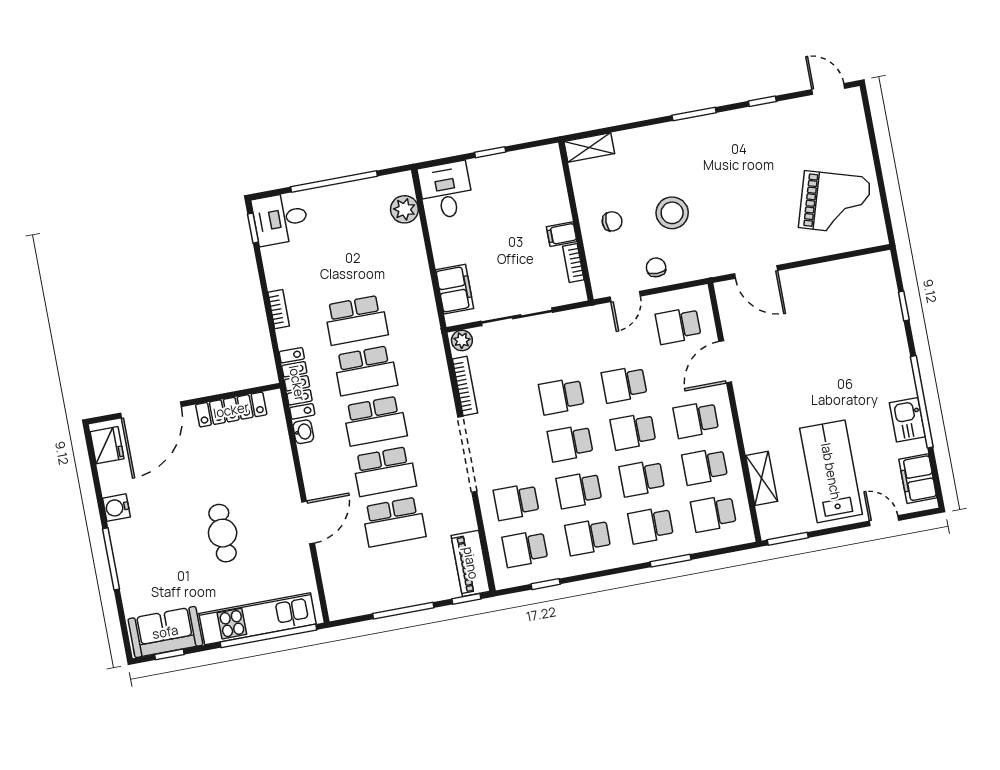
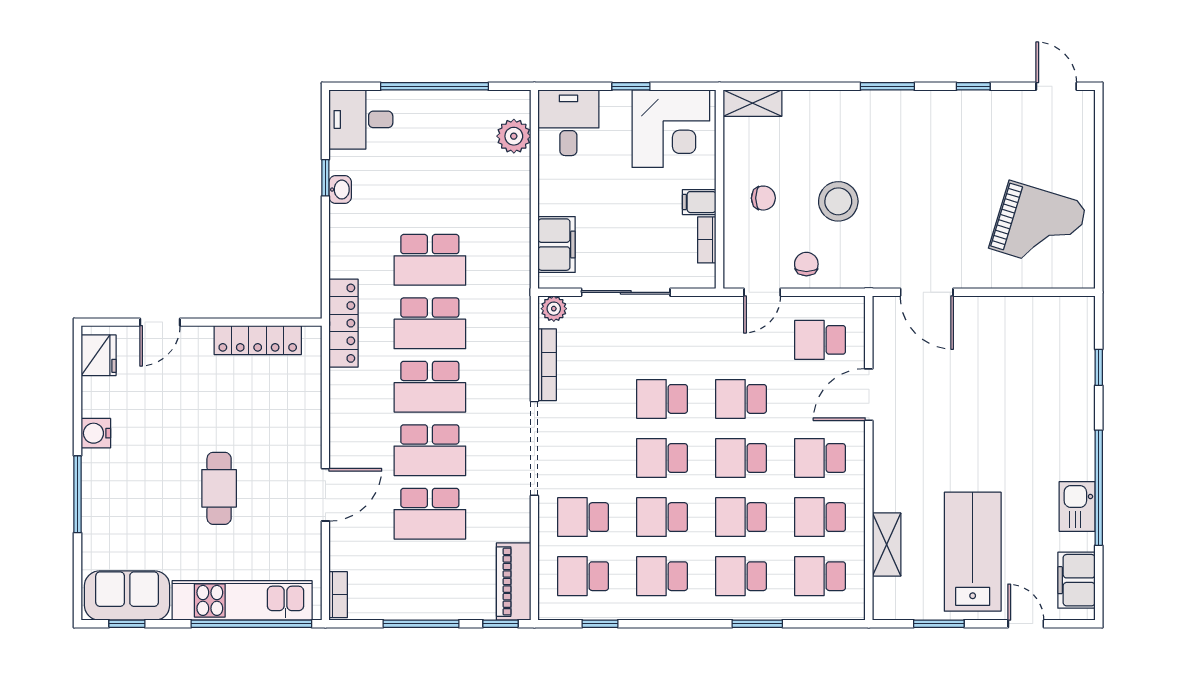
corner desk: (528, 180) -> (671, 129), added
window: (253, 228) -> (325, 178), moved
bookcase: (279, 309) -> (338, 595), moved
door: (151, 410) -> (160, 322), width x0.53
washbasin: (303, 432) -> (340, 190), moved
window: (788, 539) -> (939, 624), moved

